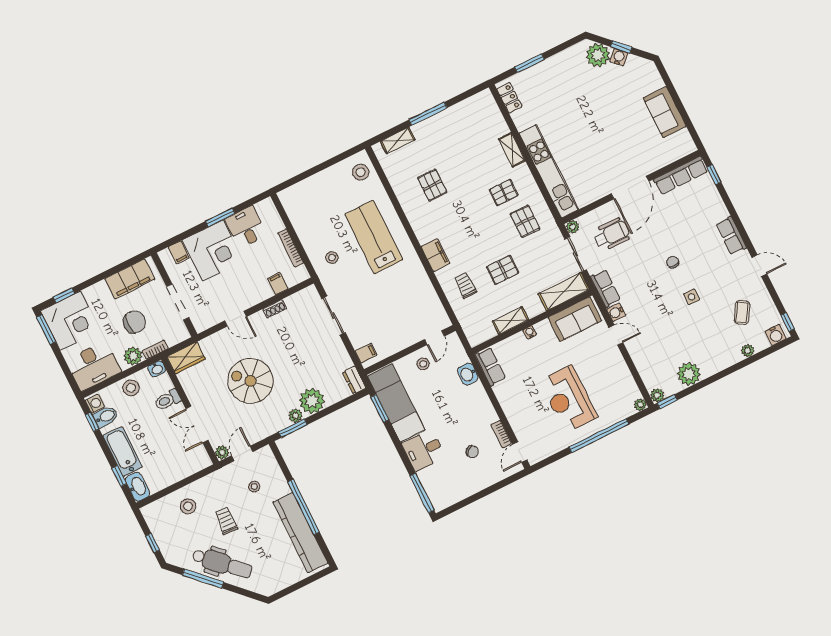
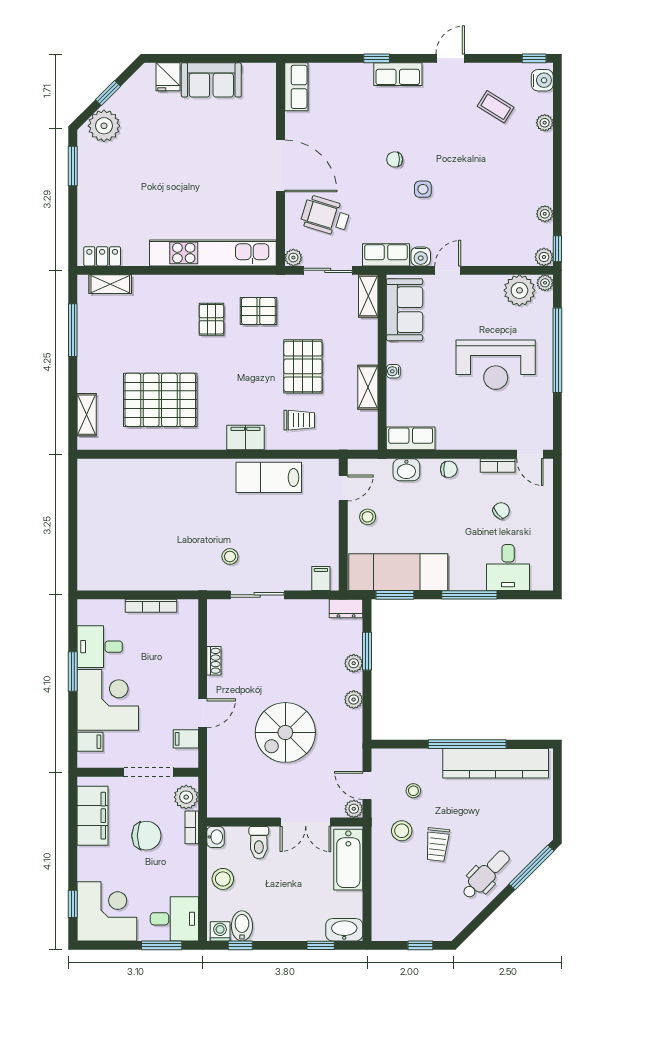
water cooler: (619, 57) -> (119, 102), removed
window: (530, 63) -> (73, 166), moved
fridge: (652, 82) -> (168, 77), added
window: (428, 114) -> (73, 330), moved
shelving: (512, 150) -> (110, 284), moved
stool: (361, 172) -> (102, 478), removed
row of seats: (681, 175) -> (296, 87), width x0.68
window: (714, 175) -> (377, 58), moved
pallet: (432, 185) -> (160, 400), width x2.05, depth x2.00
wheelchair: (611, 234) -> (325, 216), turned -73
lab bench: (374, 237) -> (269, 477), moved, width x0.73, depth x0.72
stool: (332, 258) -> (230, 556), moved
pallet: (503, 270) -> (303, 366), width x1.50, depth x1.42
filing cabinet: (278, 284) -> (186, 739), moved
trolley: (465, 285) -> (299, 420), turned 180
shelving: (564, 292) -> (368, 296), width x0.67, depth x0.75
side table: (692, 297) -> (423, 189), moved
chair: (134, 322) -> (146, 836), turned 90
window: (46, 330) -> (162, 945), moved
door: (434, 338) -> (343, 488), hinge flipped
plant: (133, 356) -> (186, 797), moved
wardrobe: (186, 358) -> (220, 795), removed
desk: (93, 366) -> (174, 919), width x0.73
plant: (689, 374) -> (545, 214), width x0.53, depth x0.53
plant: (626, 390) -> (519, 290), added
plant: (312, 401) -> (354, 663), width x0.53, depth x0.53
chair: (482, 402) -> (449, 469), added
window: (293, 428) -> (367, 651), moved
desk: (424, 450) -> (508, 568), moved
bathtub: (123, 451) -> (348, 860), moved, turned -90
window: (422, 493) -> (469, 595), moved
stool: (188, 506) -> (402, 831), moved
trolley: (226, 521) -> (437, 844), turned -88
dental chair: (222, 563) -> (486, 875), width x0.73, depth x0.72
window: (203, 579) -> (531, 867), moved

